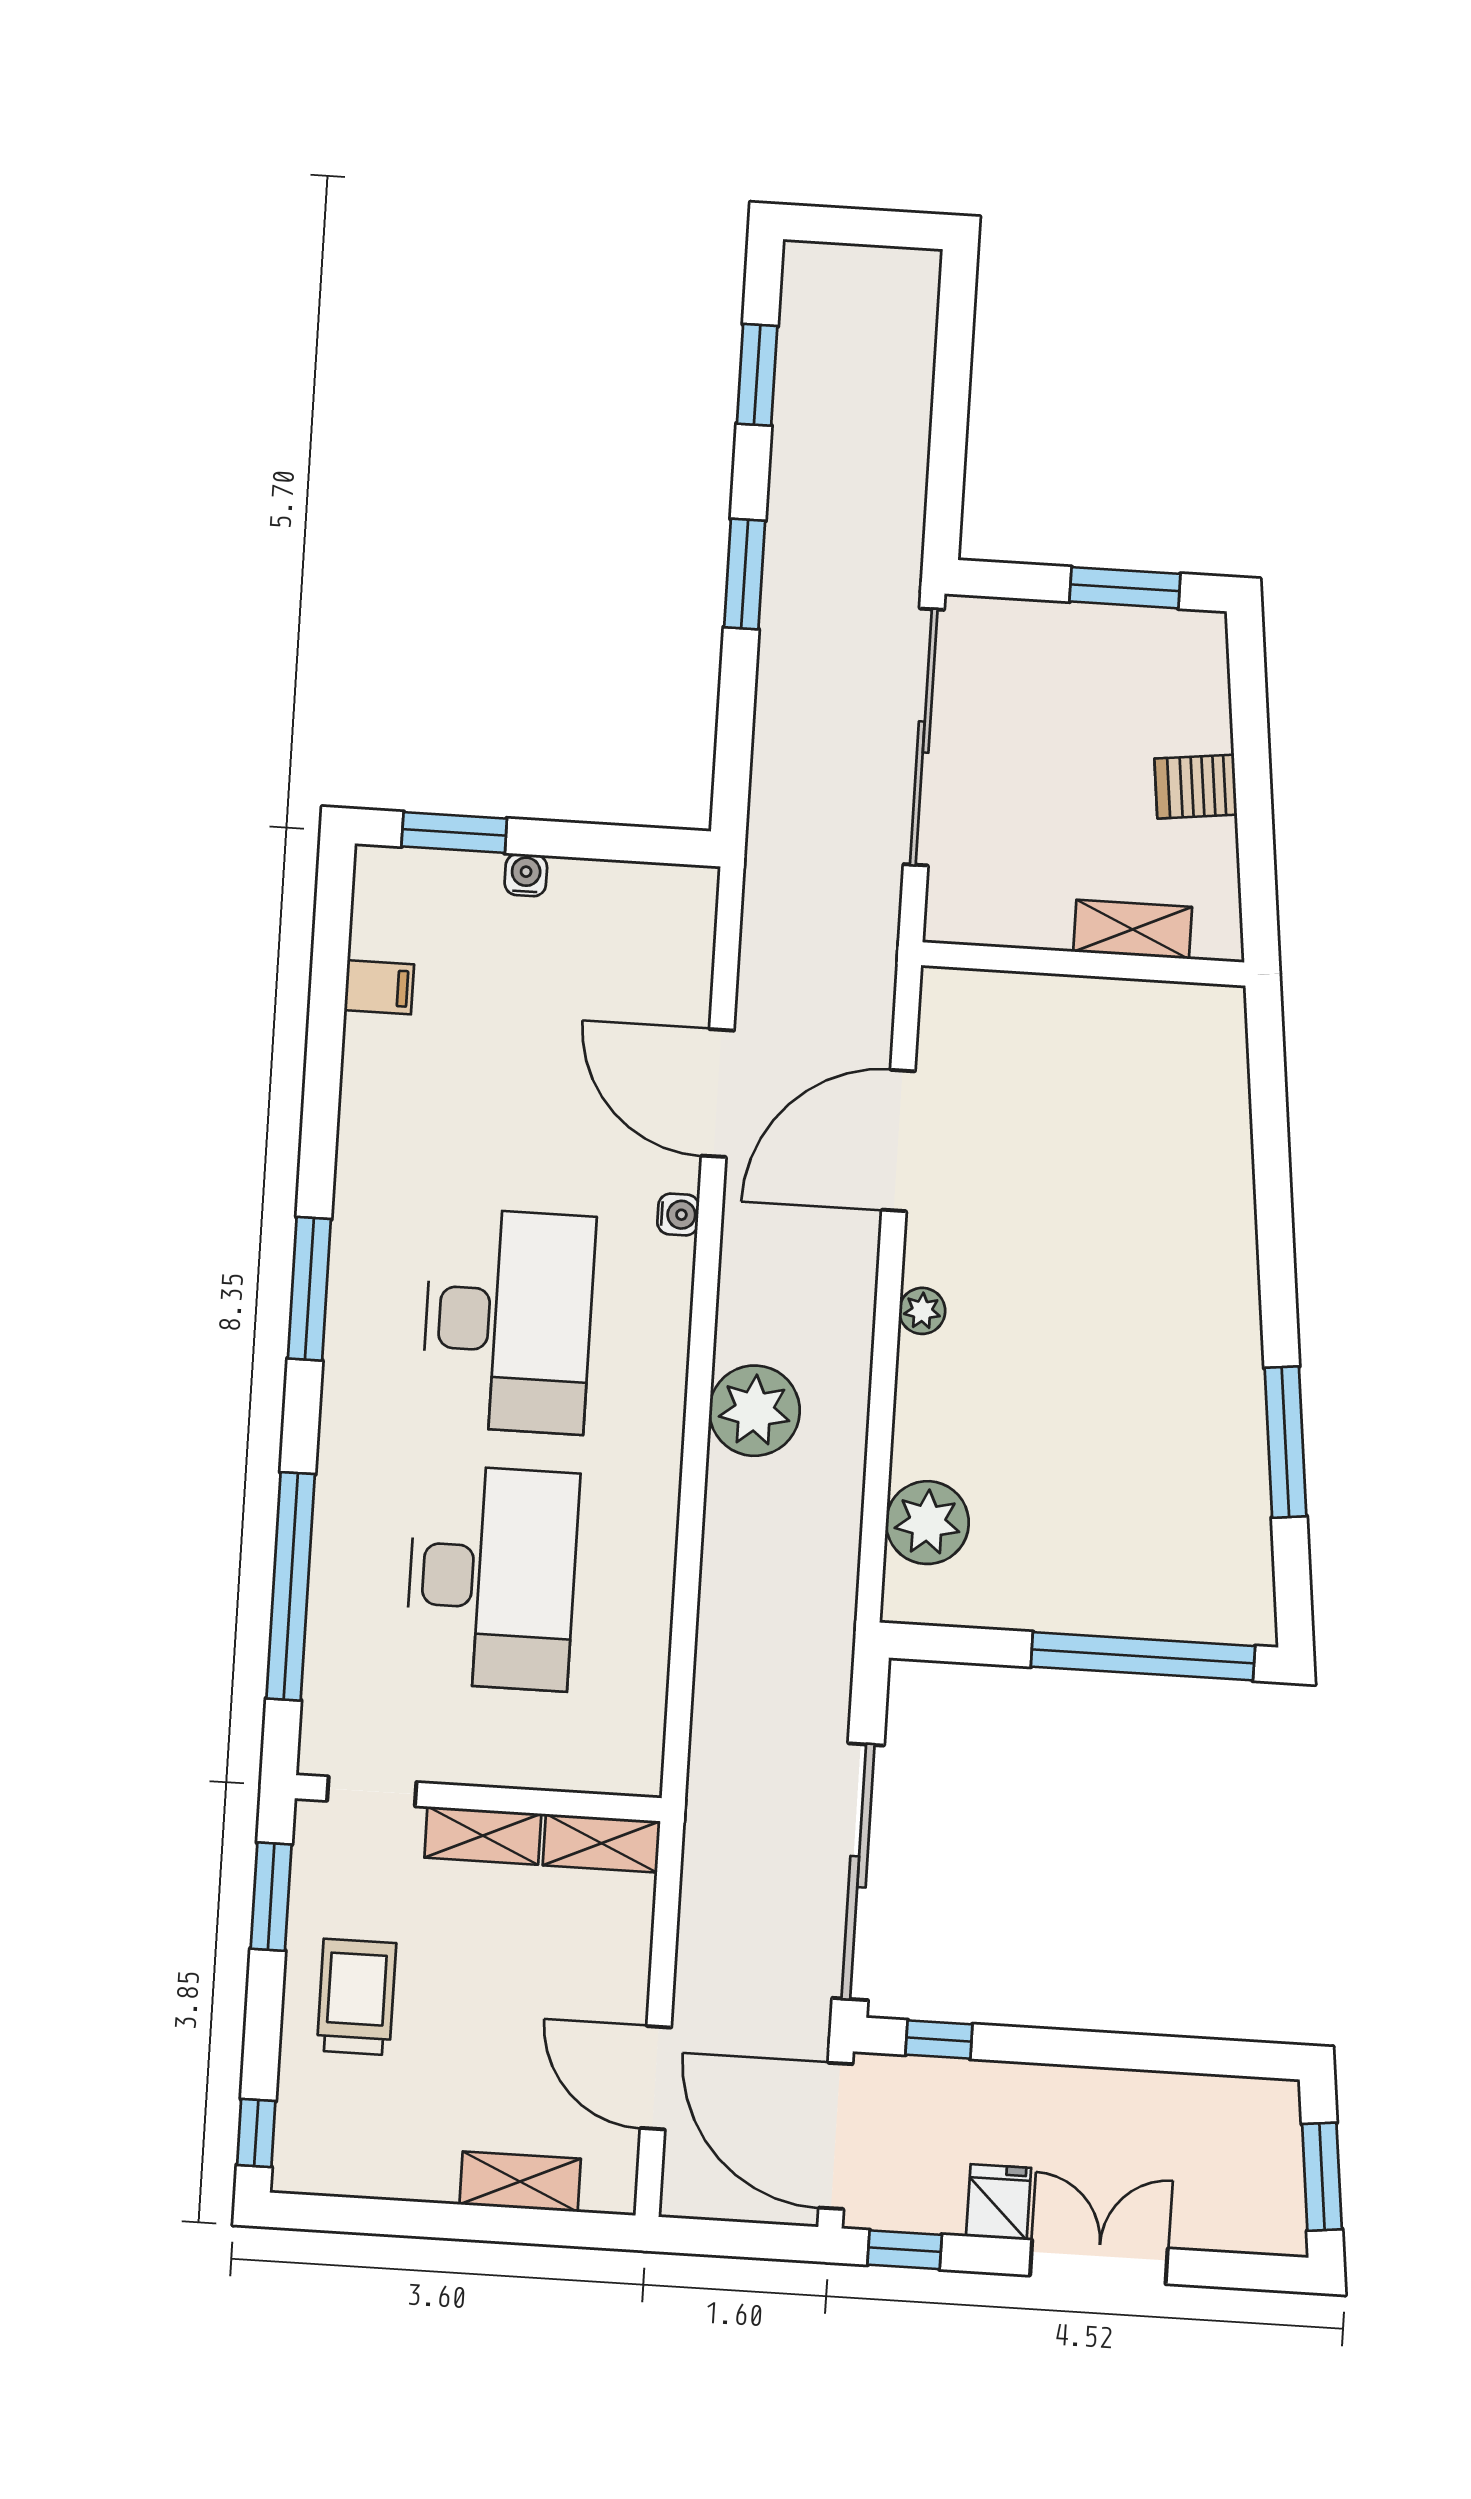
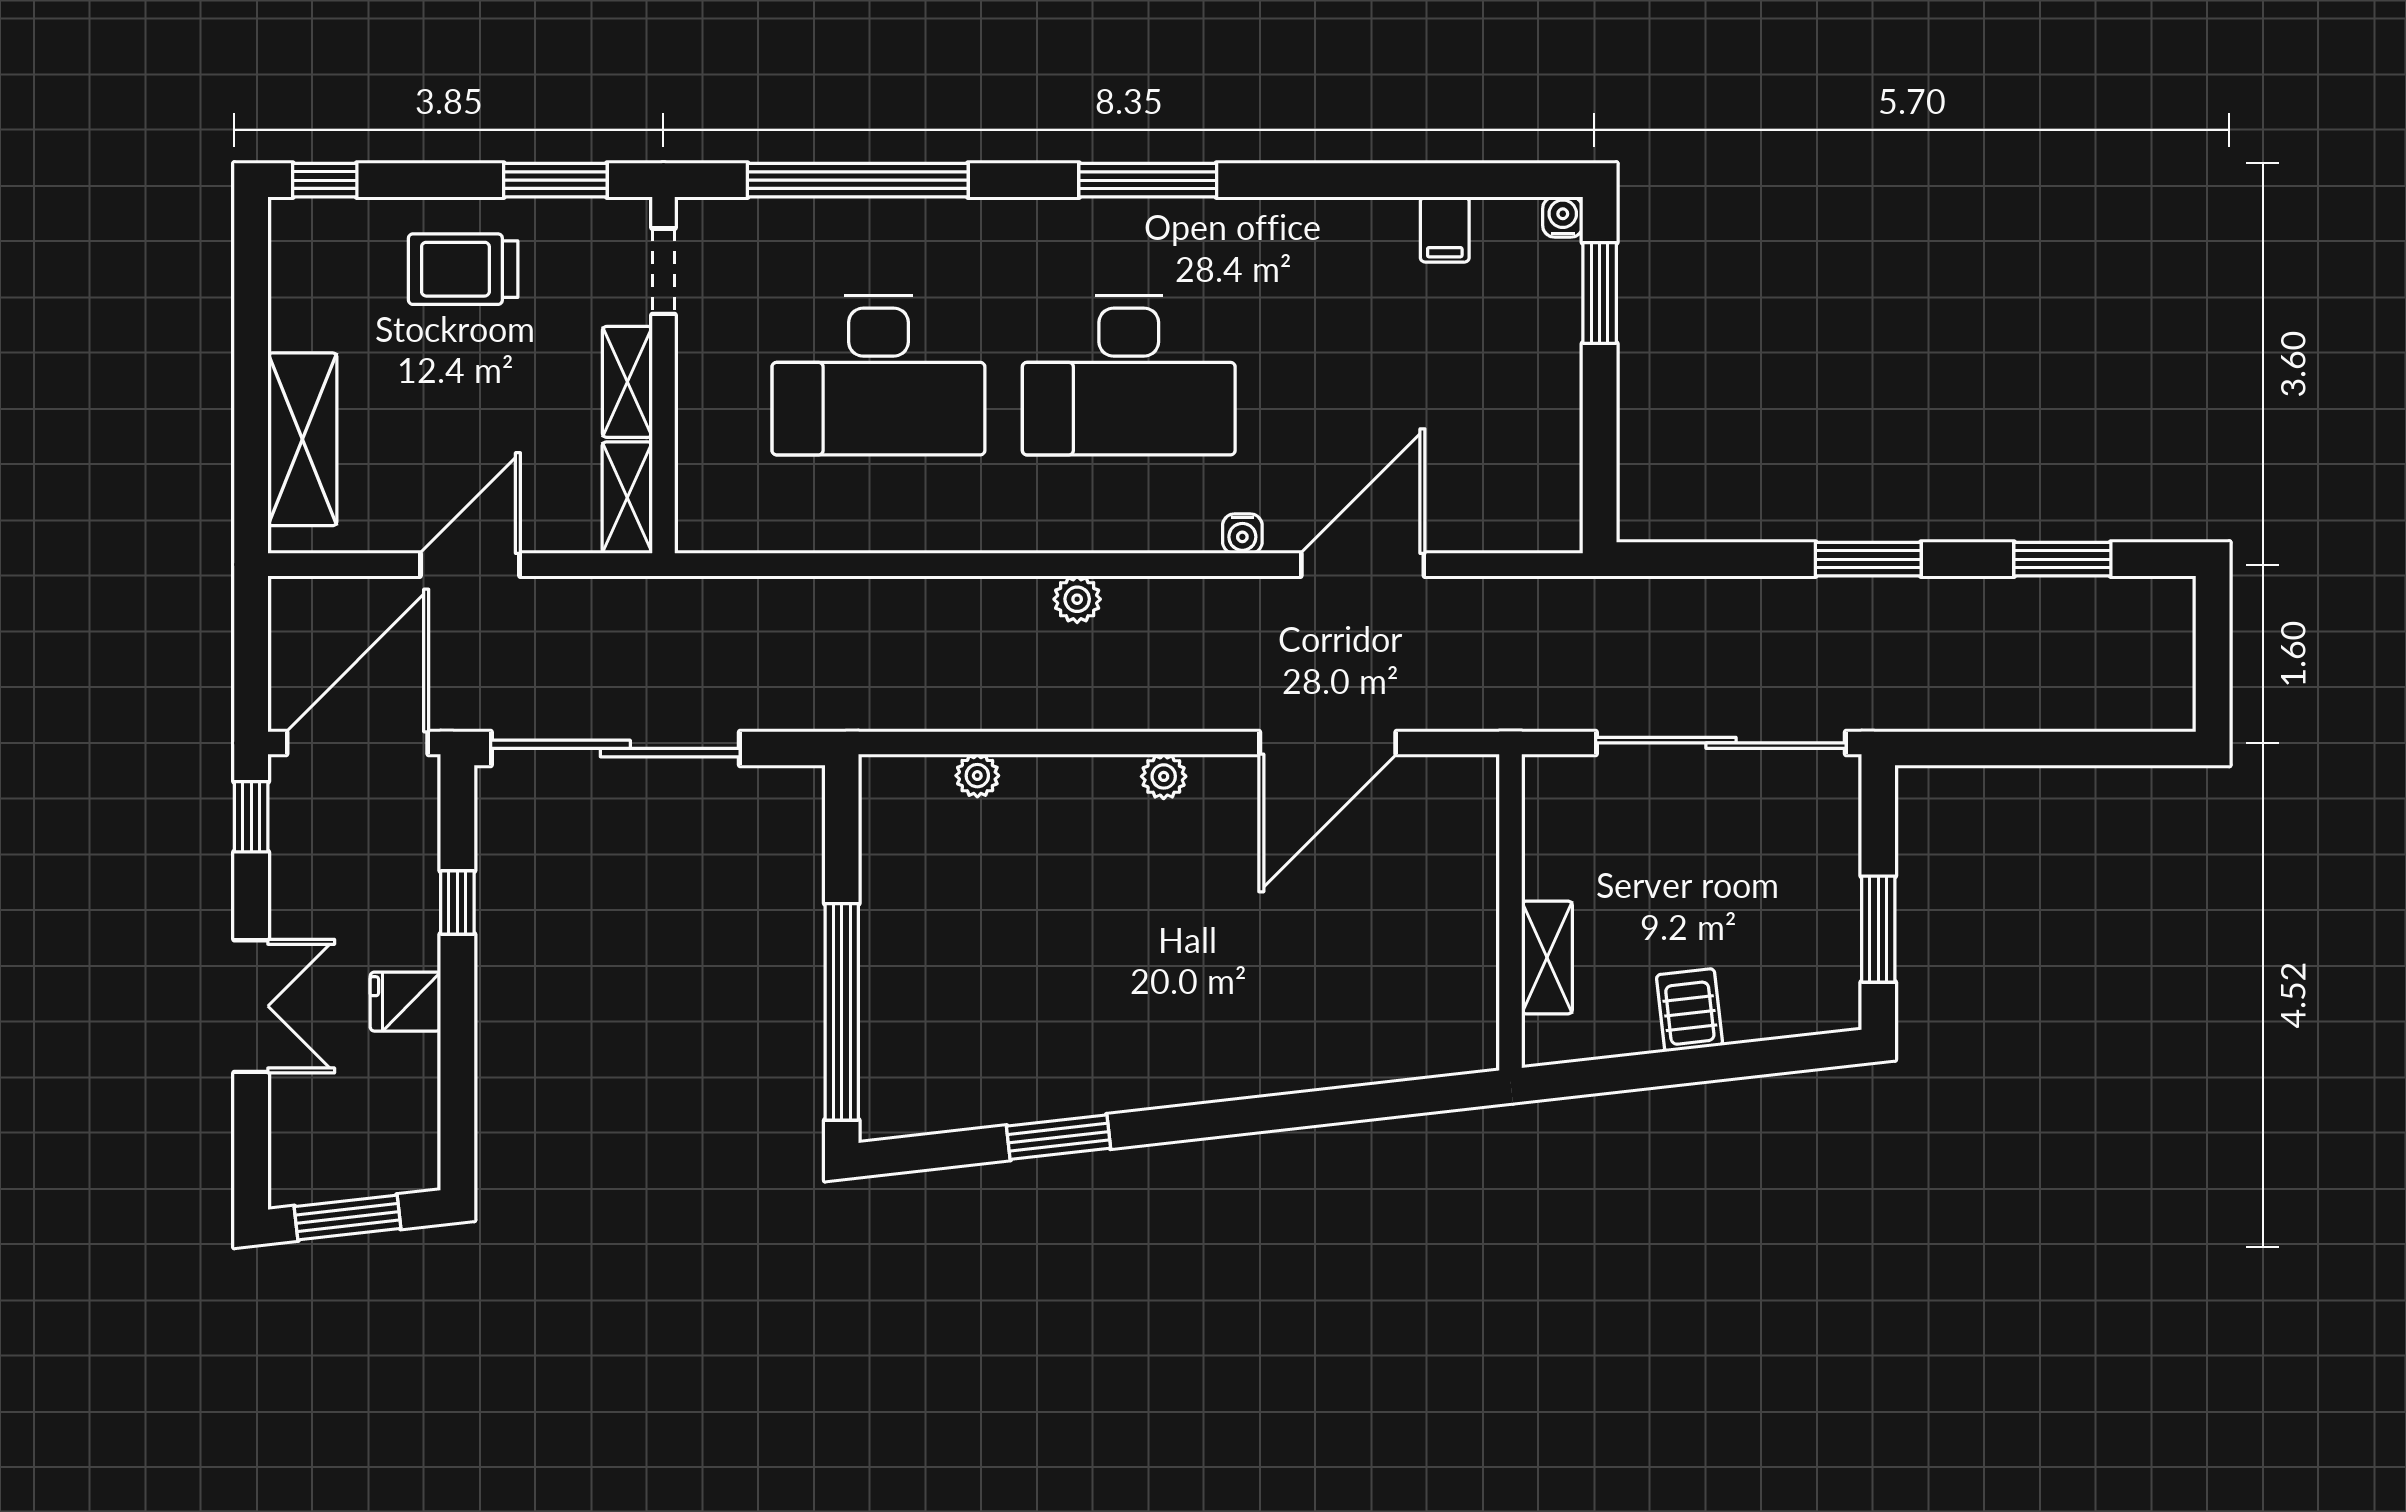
water cooler: (526, 875) -> (1563, 217), moved, turned -90
door: (898, 1140) -> (1328, 743), swing flipped
plant: (754, 1411) -> (1077, 599), width x0.53, depth x0.53
window: (1285, 1442) -> (1059, 1137), width x0.69
plant: (927, 1523) -> (977, 776), width x0.53, depth x0.53
trolley: (356, 1997) -> (463, 269), turned 180
window: (939, 2040) -> (457, 902), moved
door: (656, 2078) -> (470, 565), moved
shelving: (520, 2182) -> (302, 439), width x1.50, depth x1.33
fridge: (999, 2202) -> (405, 1002), moved, turned 180

